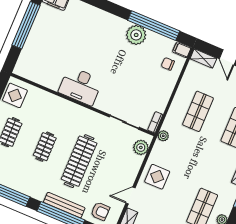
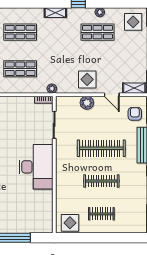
desk: (81, 86) -> (36, 167), width x1.36, depth x1.30
clothes rail: (45, 147) -> (101, 181), width x1.36
plant: (141, 147) -> (87, 103), moved

